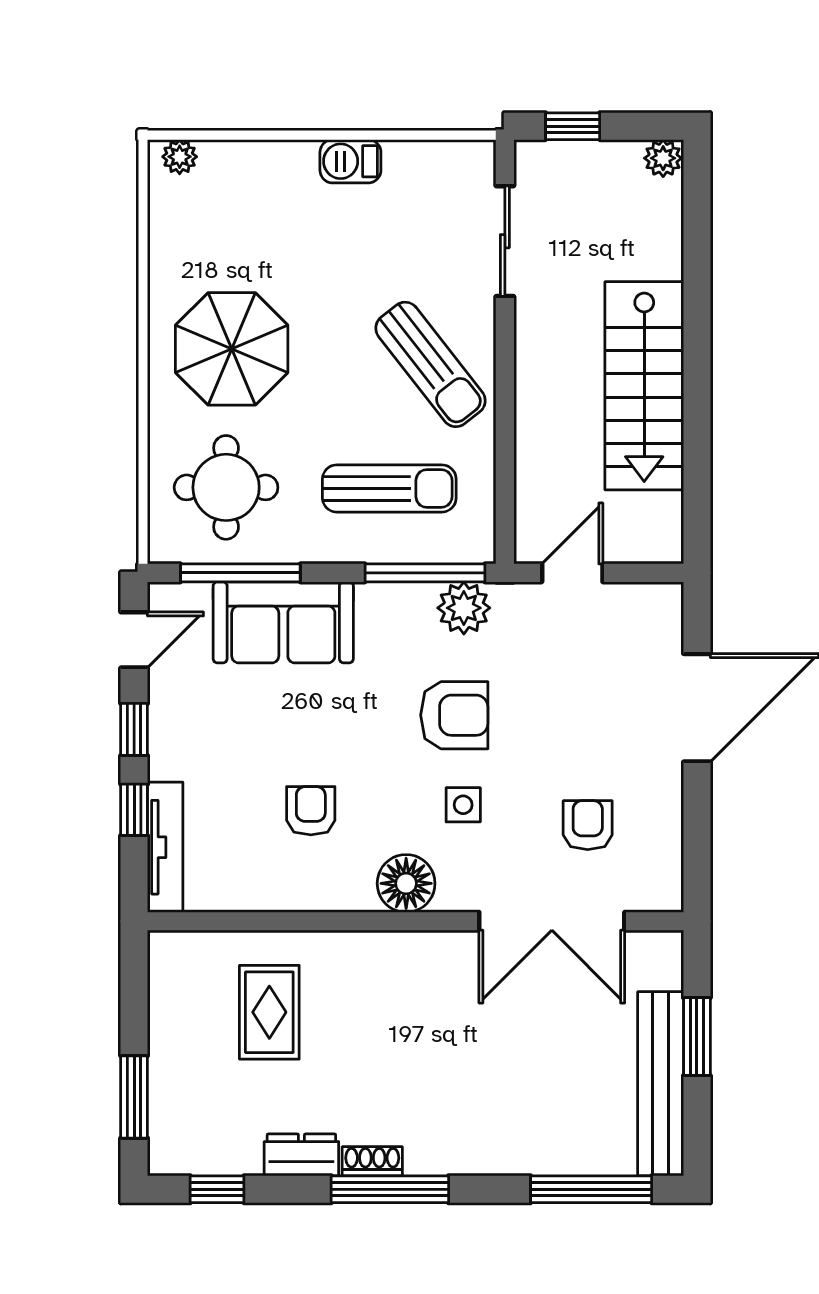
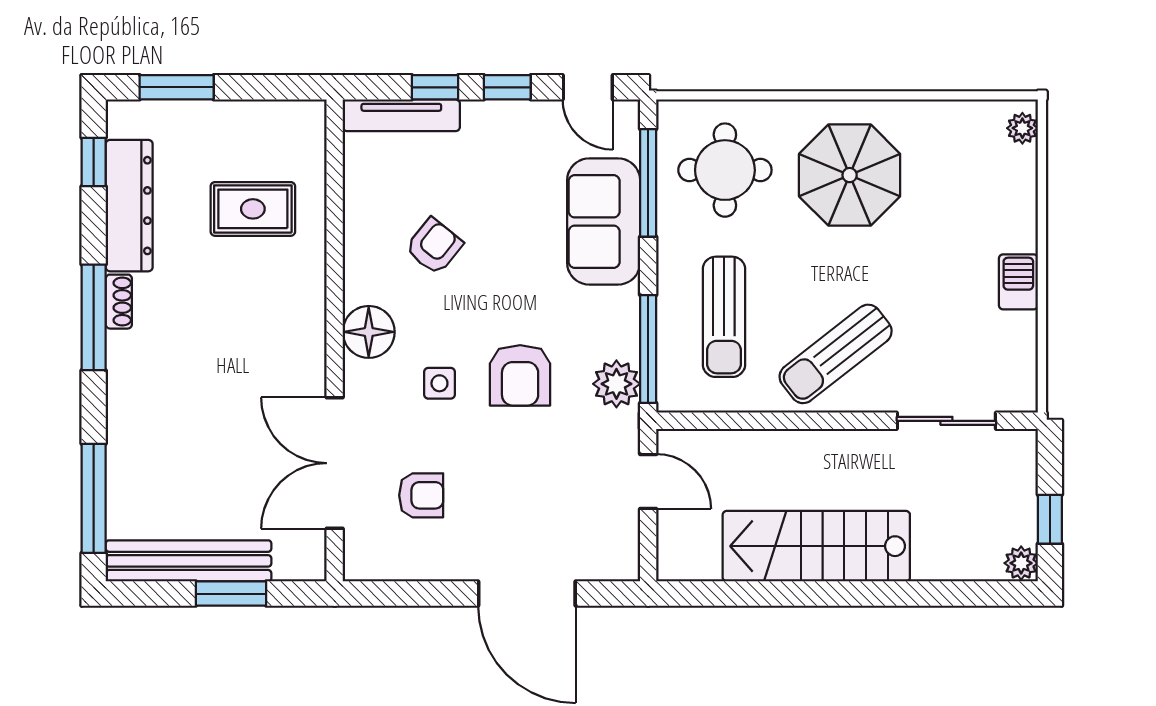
window: (573, 126) -> (1050, 519), moved
armchair: (311, 811) -> (434, 246), turned -51
dresser: (301, 1155) -> (129, 206), width x1.96, depth x1.24

